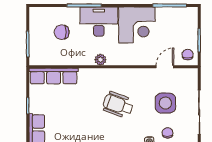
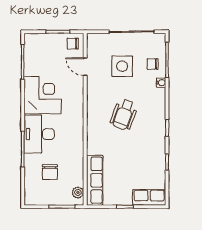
plant: (100, 60) -> (78, 193), moved

